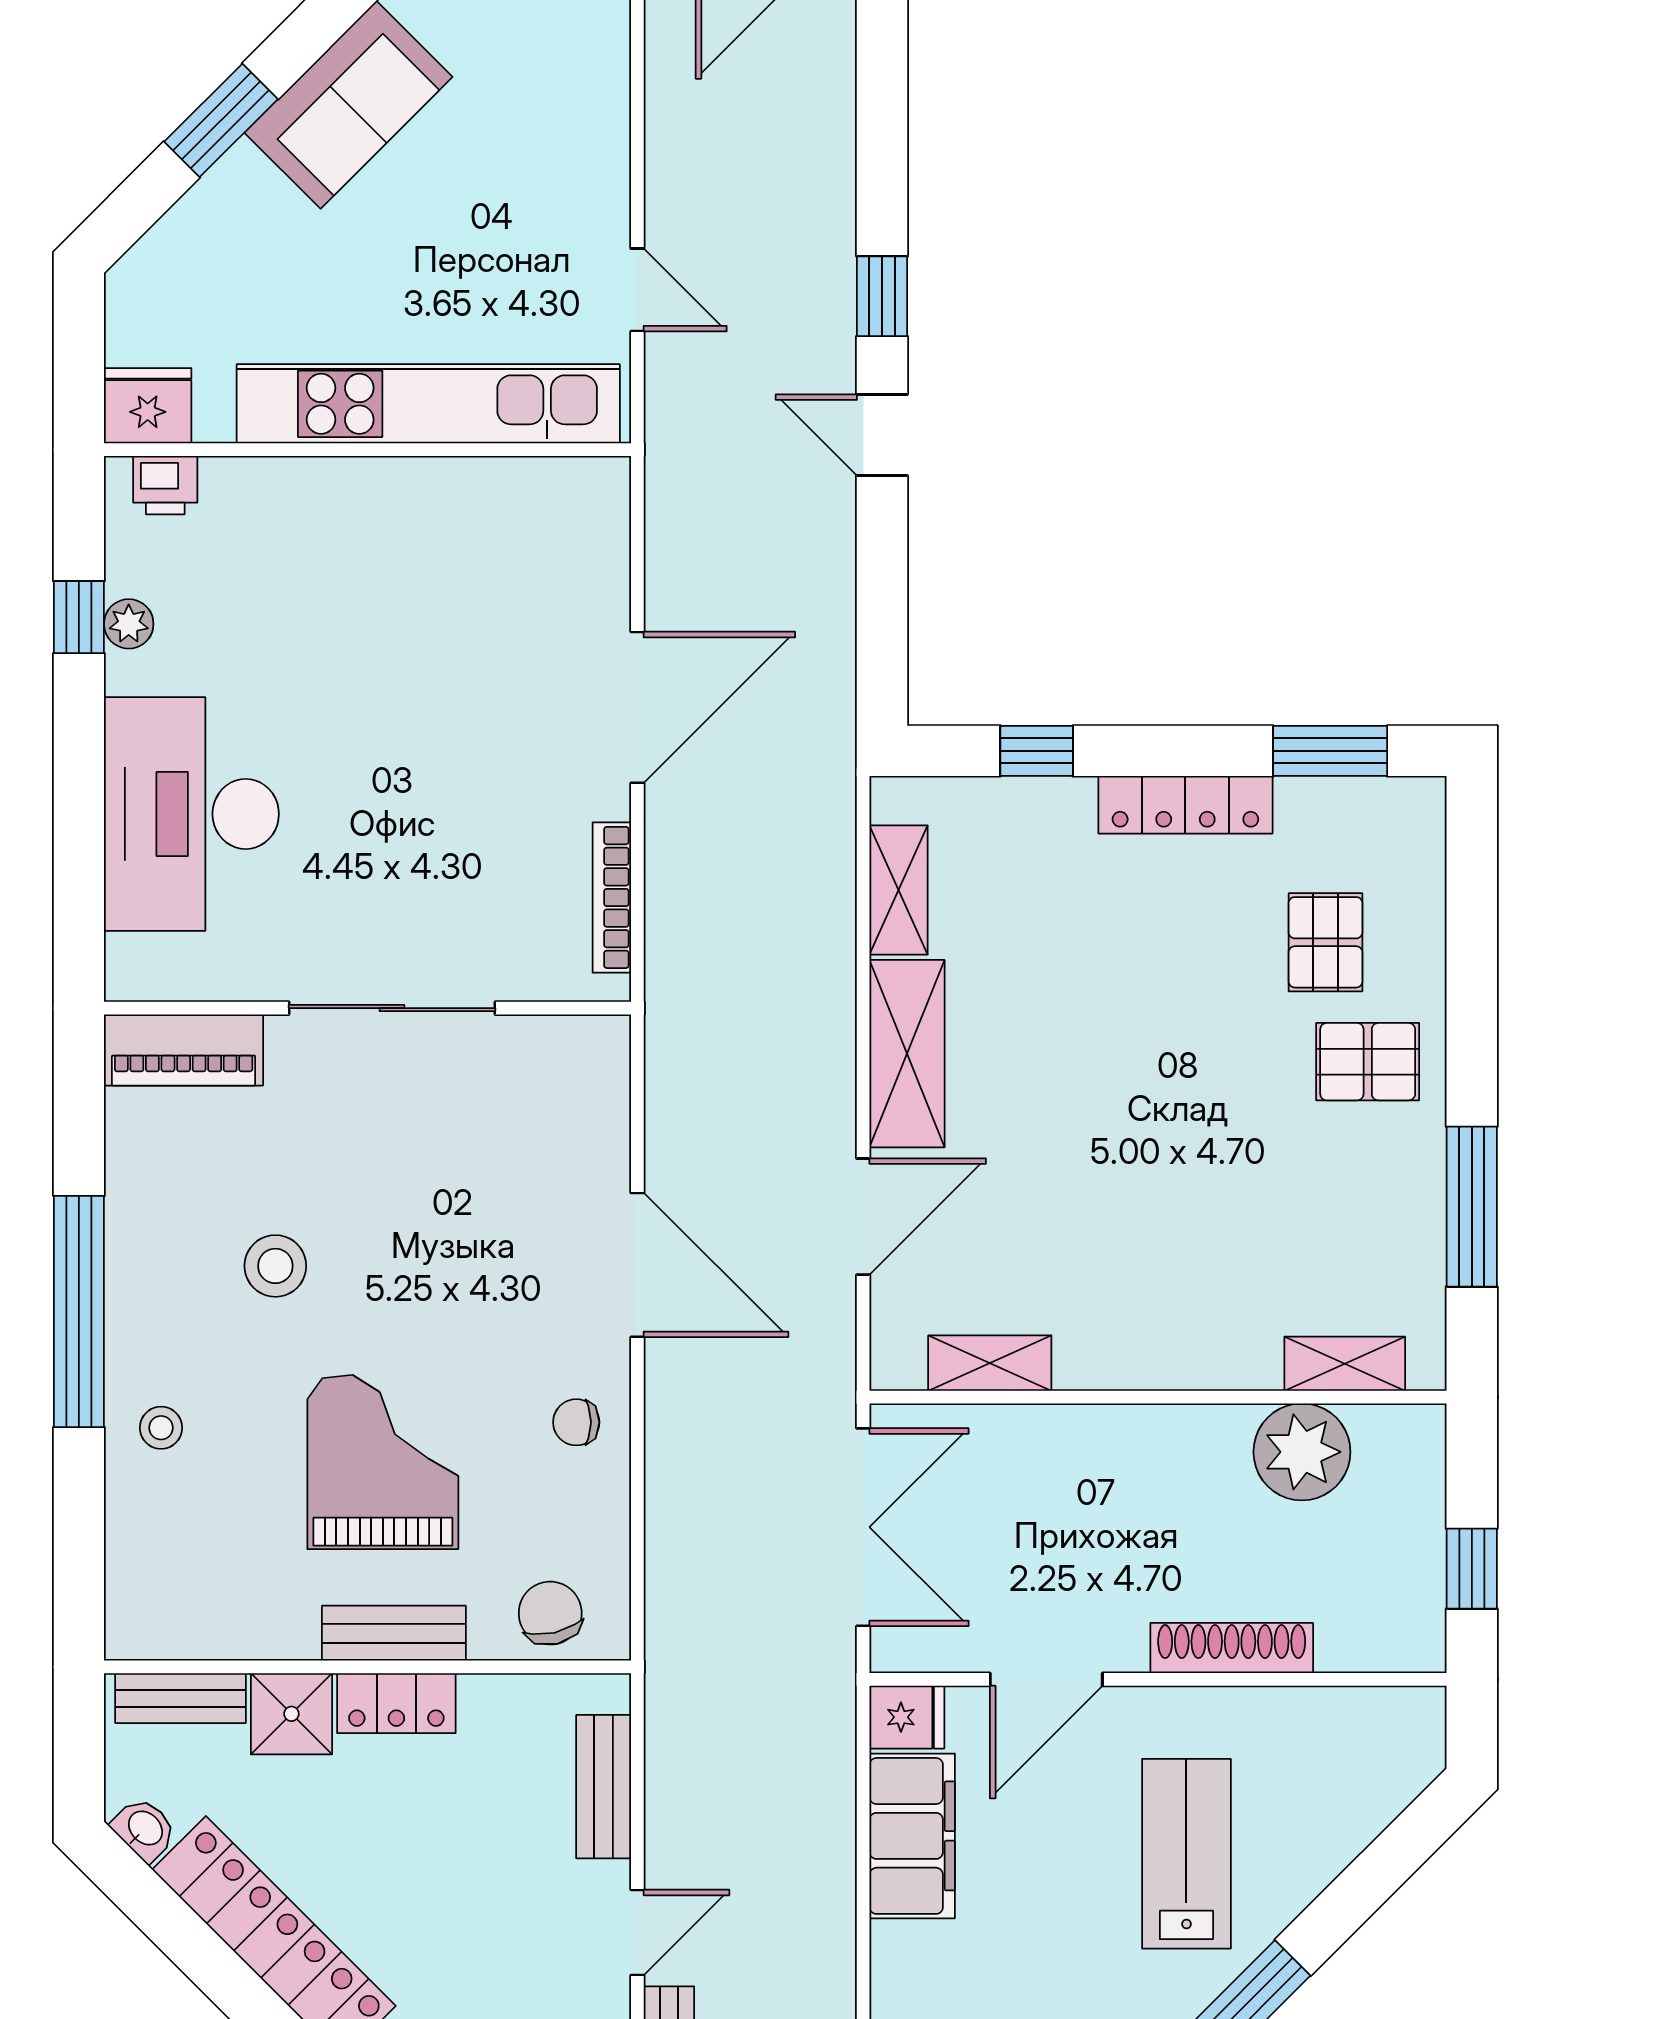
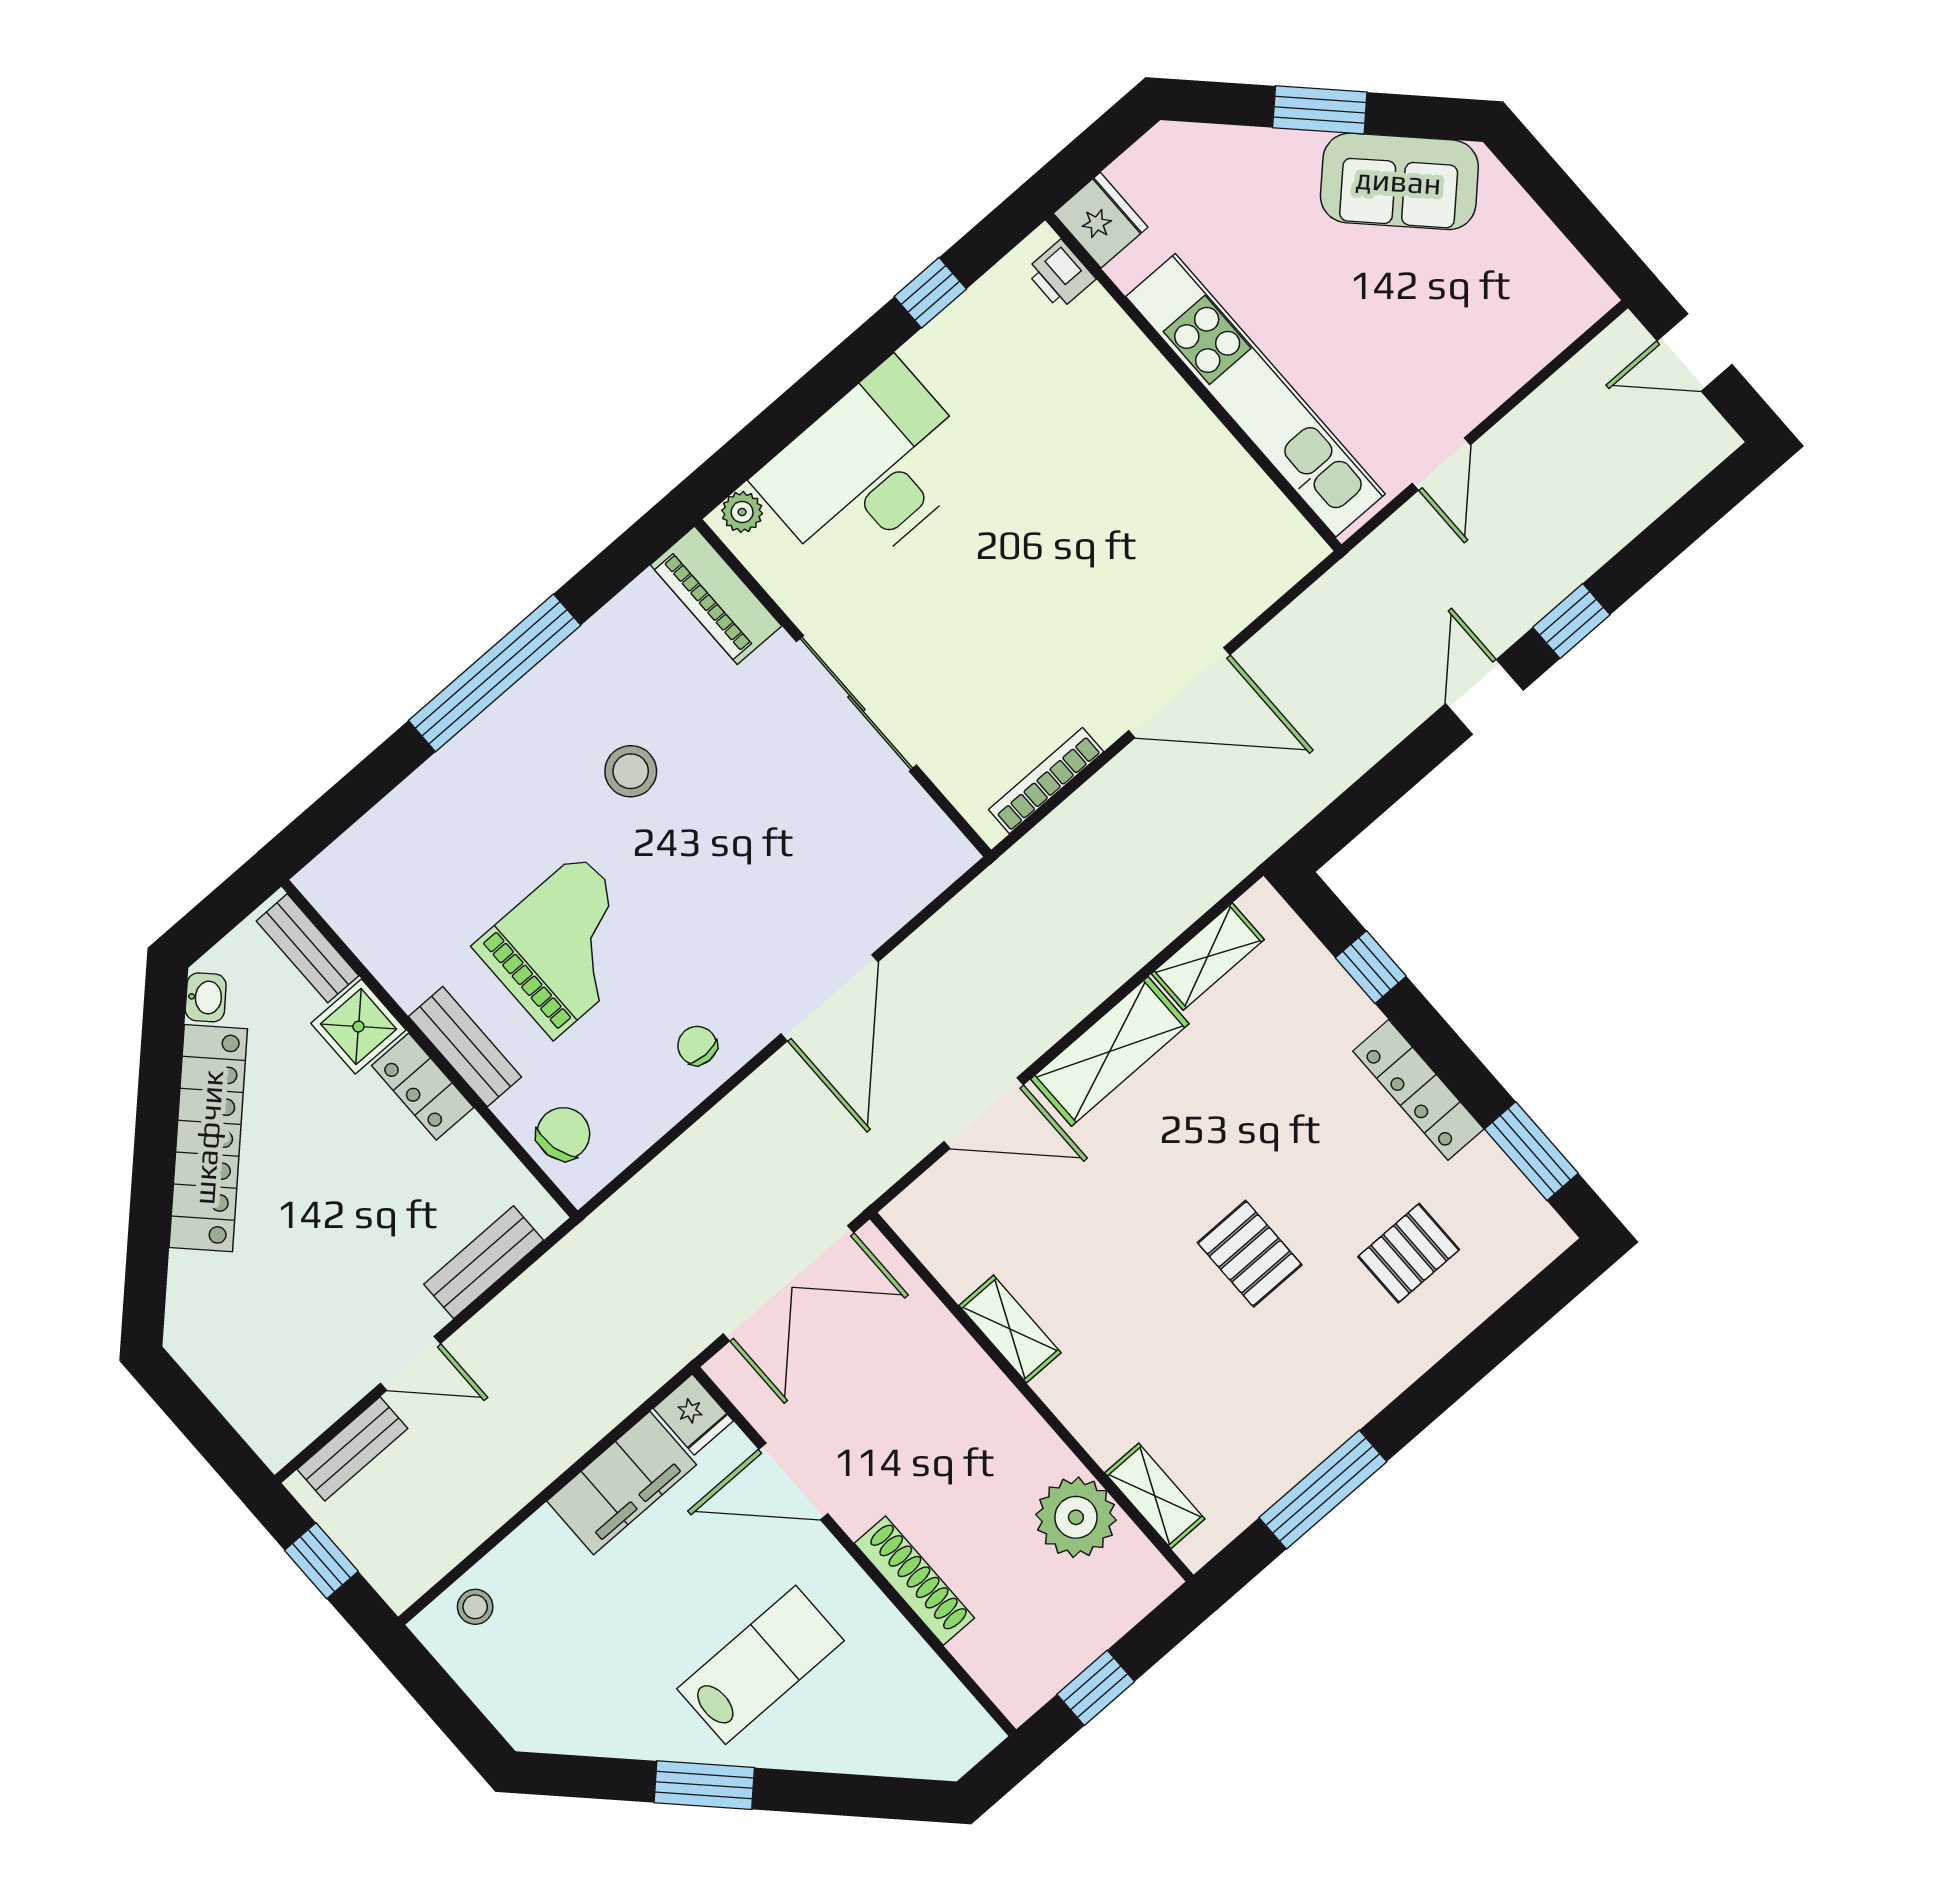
plant: (129, 624) -> (742, 512), moved
pallet: (1368, 1062) -> (1250, 1254), moved
shelving: (990, 1363) -> (1010, 1329), moved
stool: (161, 1428) -> (467, 788), removed

